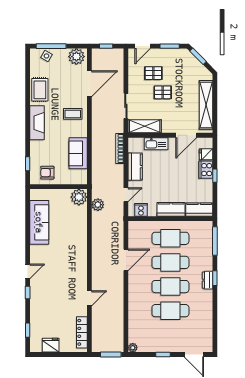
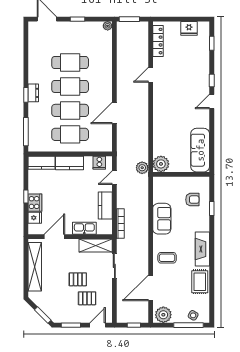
wall: (59, 187) -> (181, 174), moved
plant: (79, 197) -> (161, 164), moved

